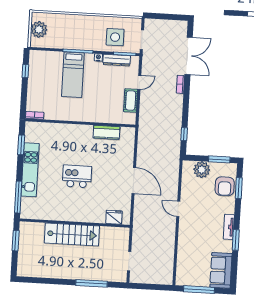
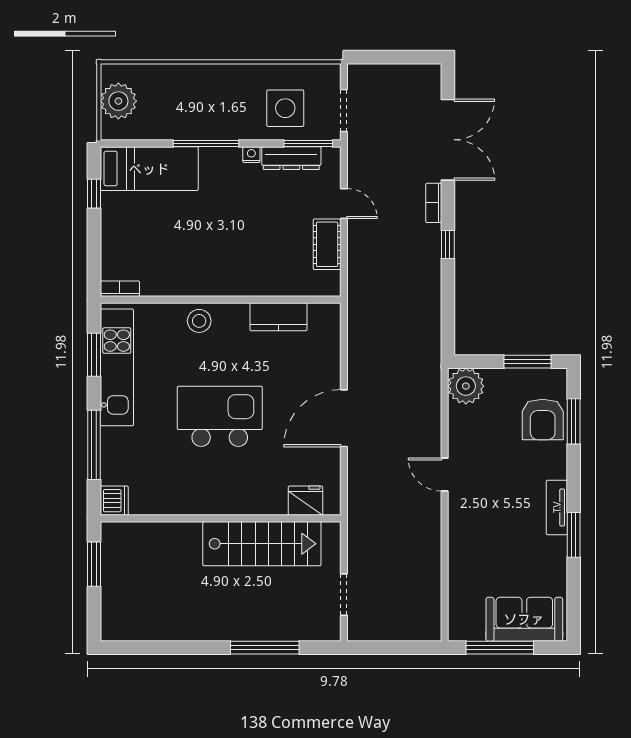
bed: (73, 75) -> (149, 169), moved, turned -90
door: (139, 82) -> (344, 204), hinge flipped
stool: (70, 132) -> (199, 321), added
window: (184, 134) -> (448, 244), moved
kitchen unit: (30, 170) -> (117, 367), moved
plant: (202, 170) -> (466, 386), moved
kitchen island: (77, 176) -> (220, 416), width x1.37, depth x1.28
door: (134, 181) -> (344, 418), swing flipped
window: (18, 197) -> (94, 445), moved
dishwasher: (26, 212) -> (114, 501), added
stairs: (72, 235) -> (262, 544), moved
sofa: (221, 270) -> (524, 619), moved, turned 90

